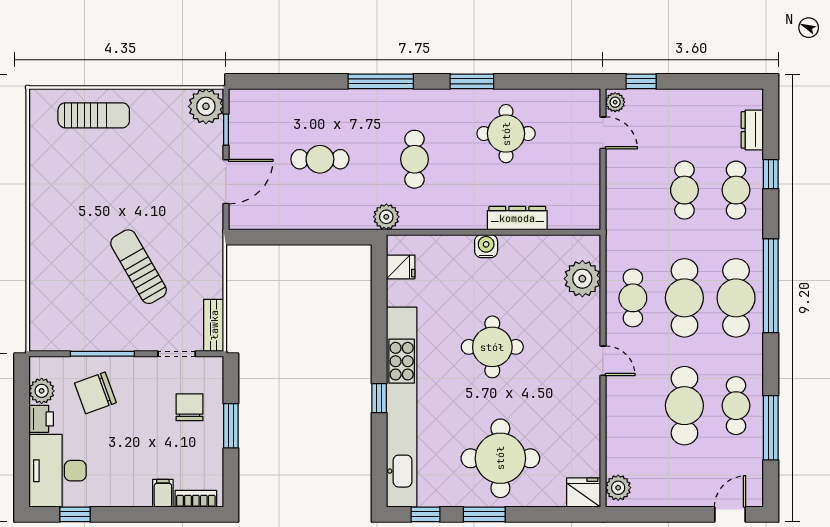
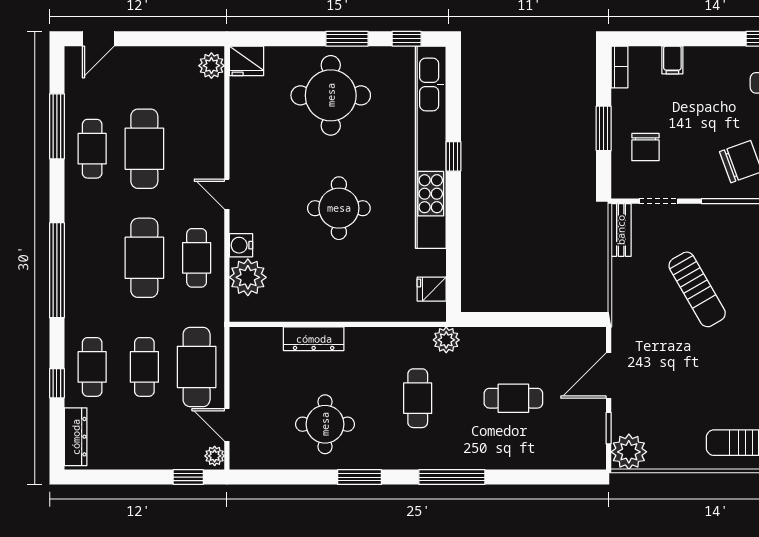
dresser: (752, 130) -> (76, 437), width x1.44
water cooler: (486, 246) -> (241, 245), moved, turned 90
cafe table: (736, 298) -> (197, 367), moved
bookcase: (196, 499) -> (619, 67), moved, turned -90

